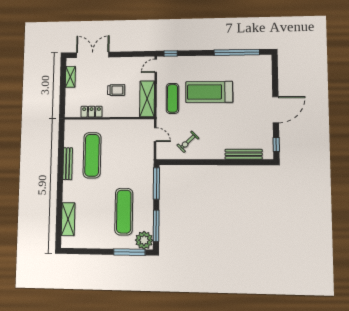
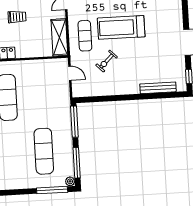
trolley: (116, 90) -> (17, 17), moved
exercise bike: (188, 142) -> (107, 61), moved
plant: (144, 240) -> (70, 181), width x0.53, depth x0.53

